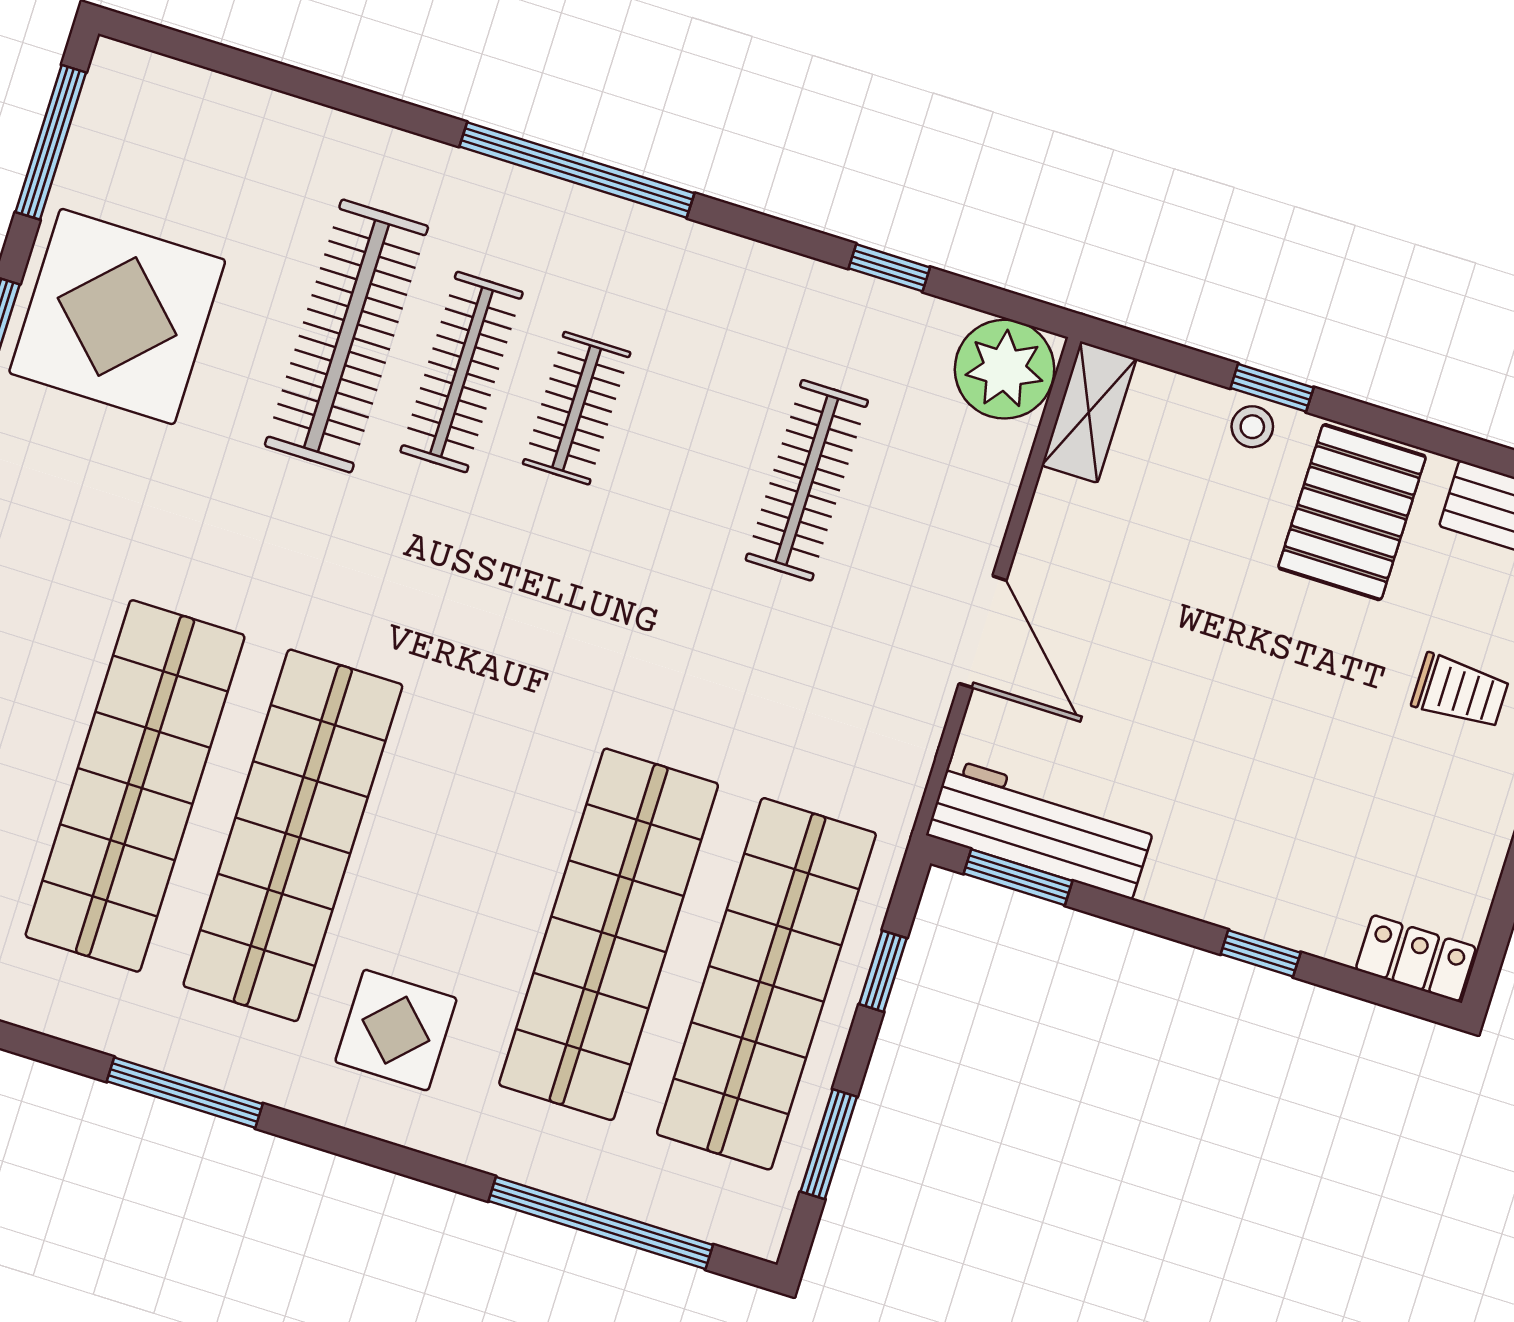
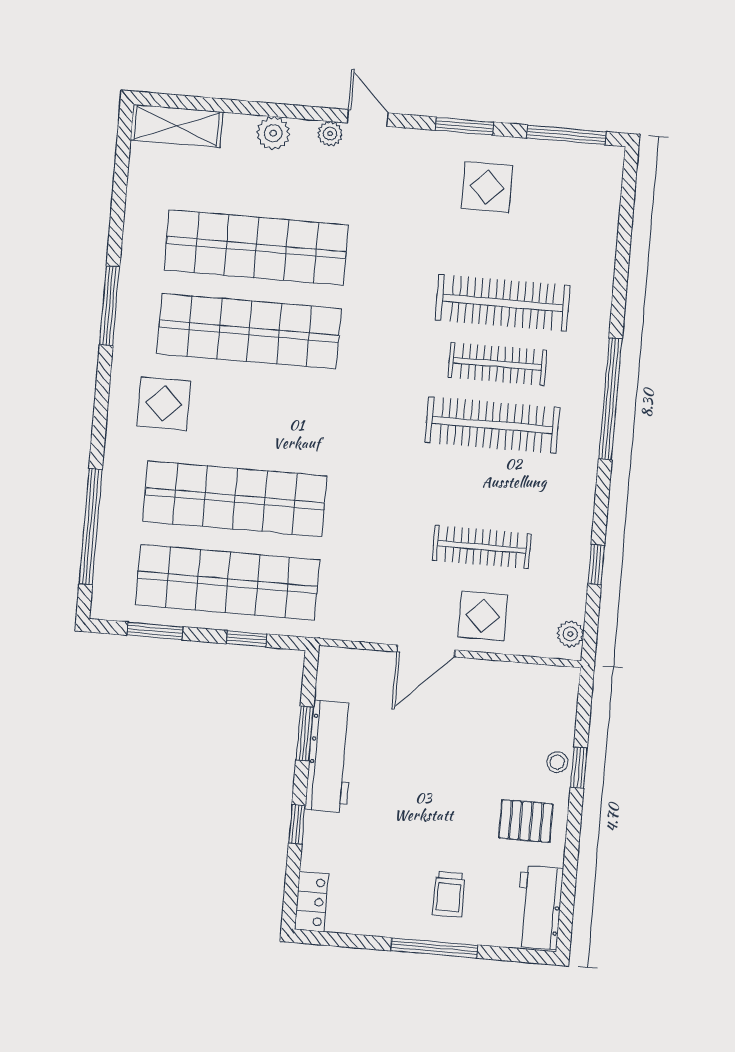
display table: (117, 317) -> (487, 187), width x0.54, depth x0.54
plant: (1005, 369) -> (570, 634), width x0.53, depth x0.53
clothes rail: (577, 408) -> (492, 425), width x1.86, depth x1.31
shelving: (1089, 412) -> (547, 680), removed
display table: (939, 507) -> (483, 616), added
pallet: (1352, 512) -> (526, 821), width x0.67, depth x0.71
workbench: (1041, 829) -> (330, 756), moved
window: (1018, 877) -> (305, 734), moved

